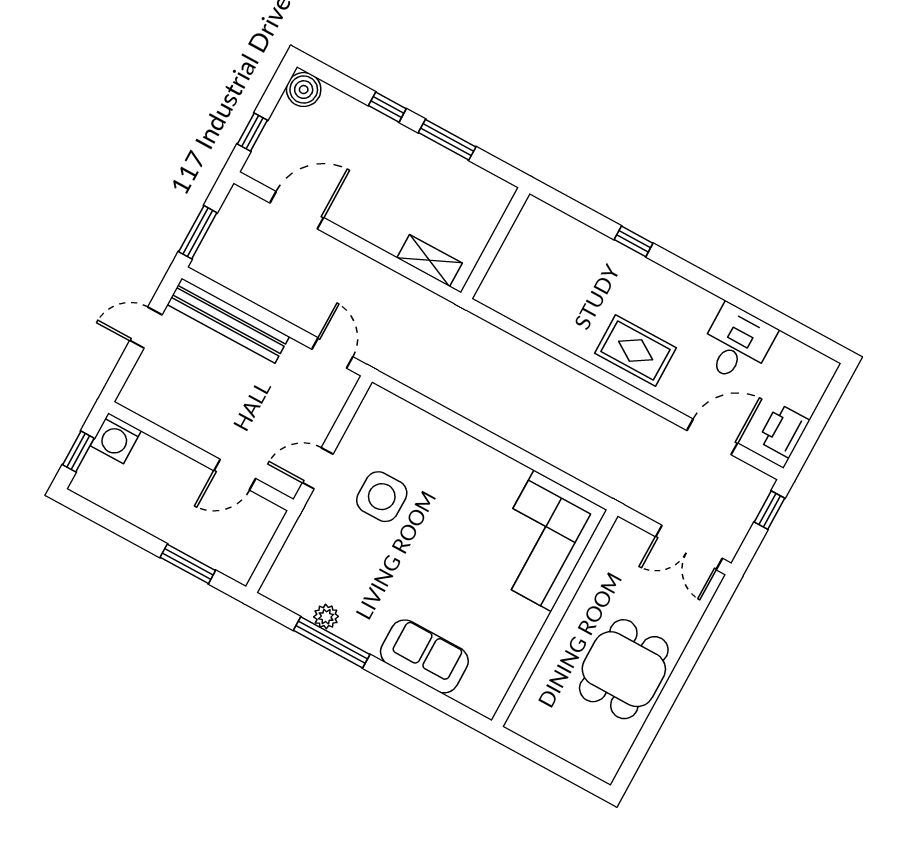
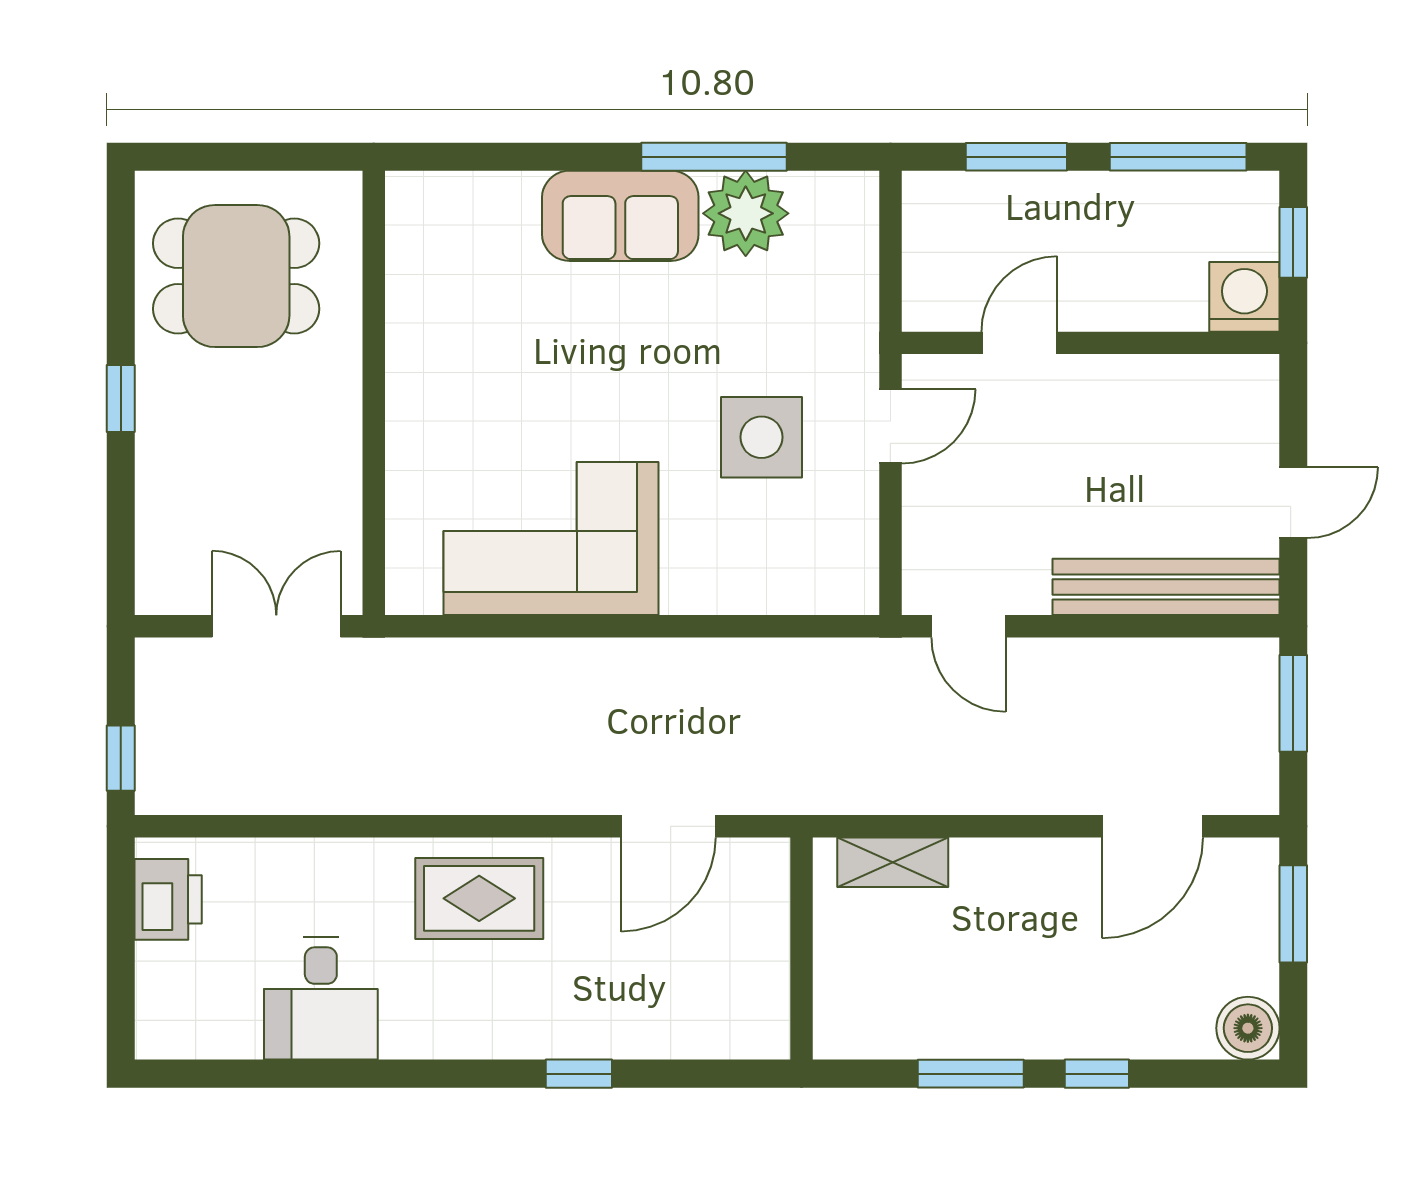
window: (252, 132) -> (1293, 914), width x1.50
door: (712, 437) -> (668, 826), moved
window: (111, 522) -> (1178, 157), added
corner sofa: (543, 541) -> (551, 539), moved, turned -90
double door: (689, 548) -> (276, 626), moved
plant: (326, 617) -> (746, 213), width x1.87, depth x1.87
sofa: (424, 656) -> (620, 216), moved
dining table: (624, 669) -> (236, 276), moved, turned 90
window: (676, 681) -> (121, 399), added

